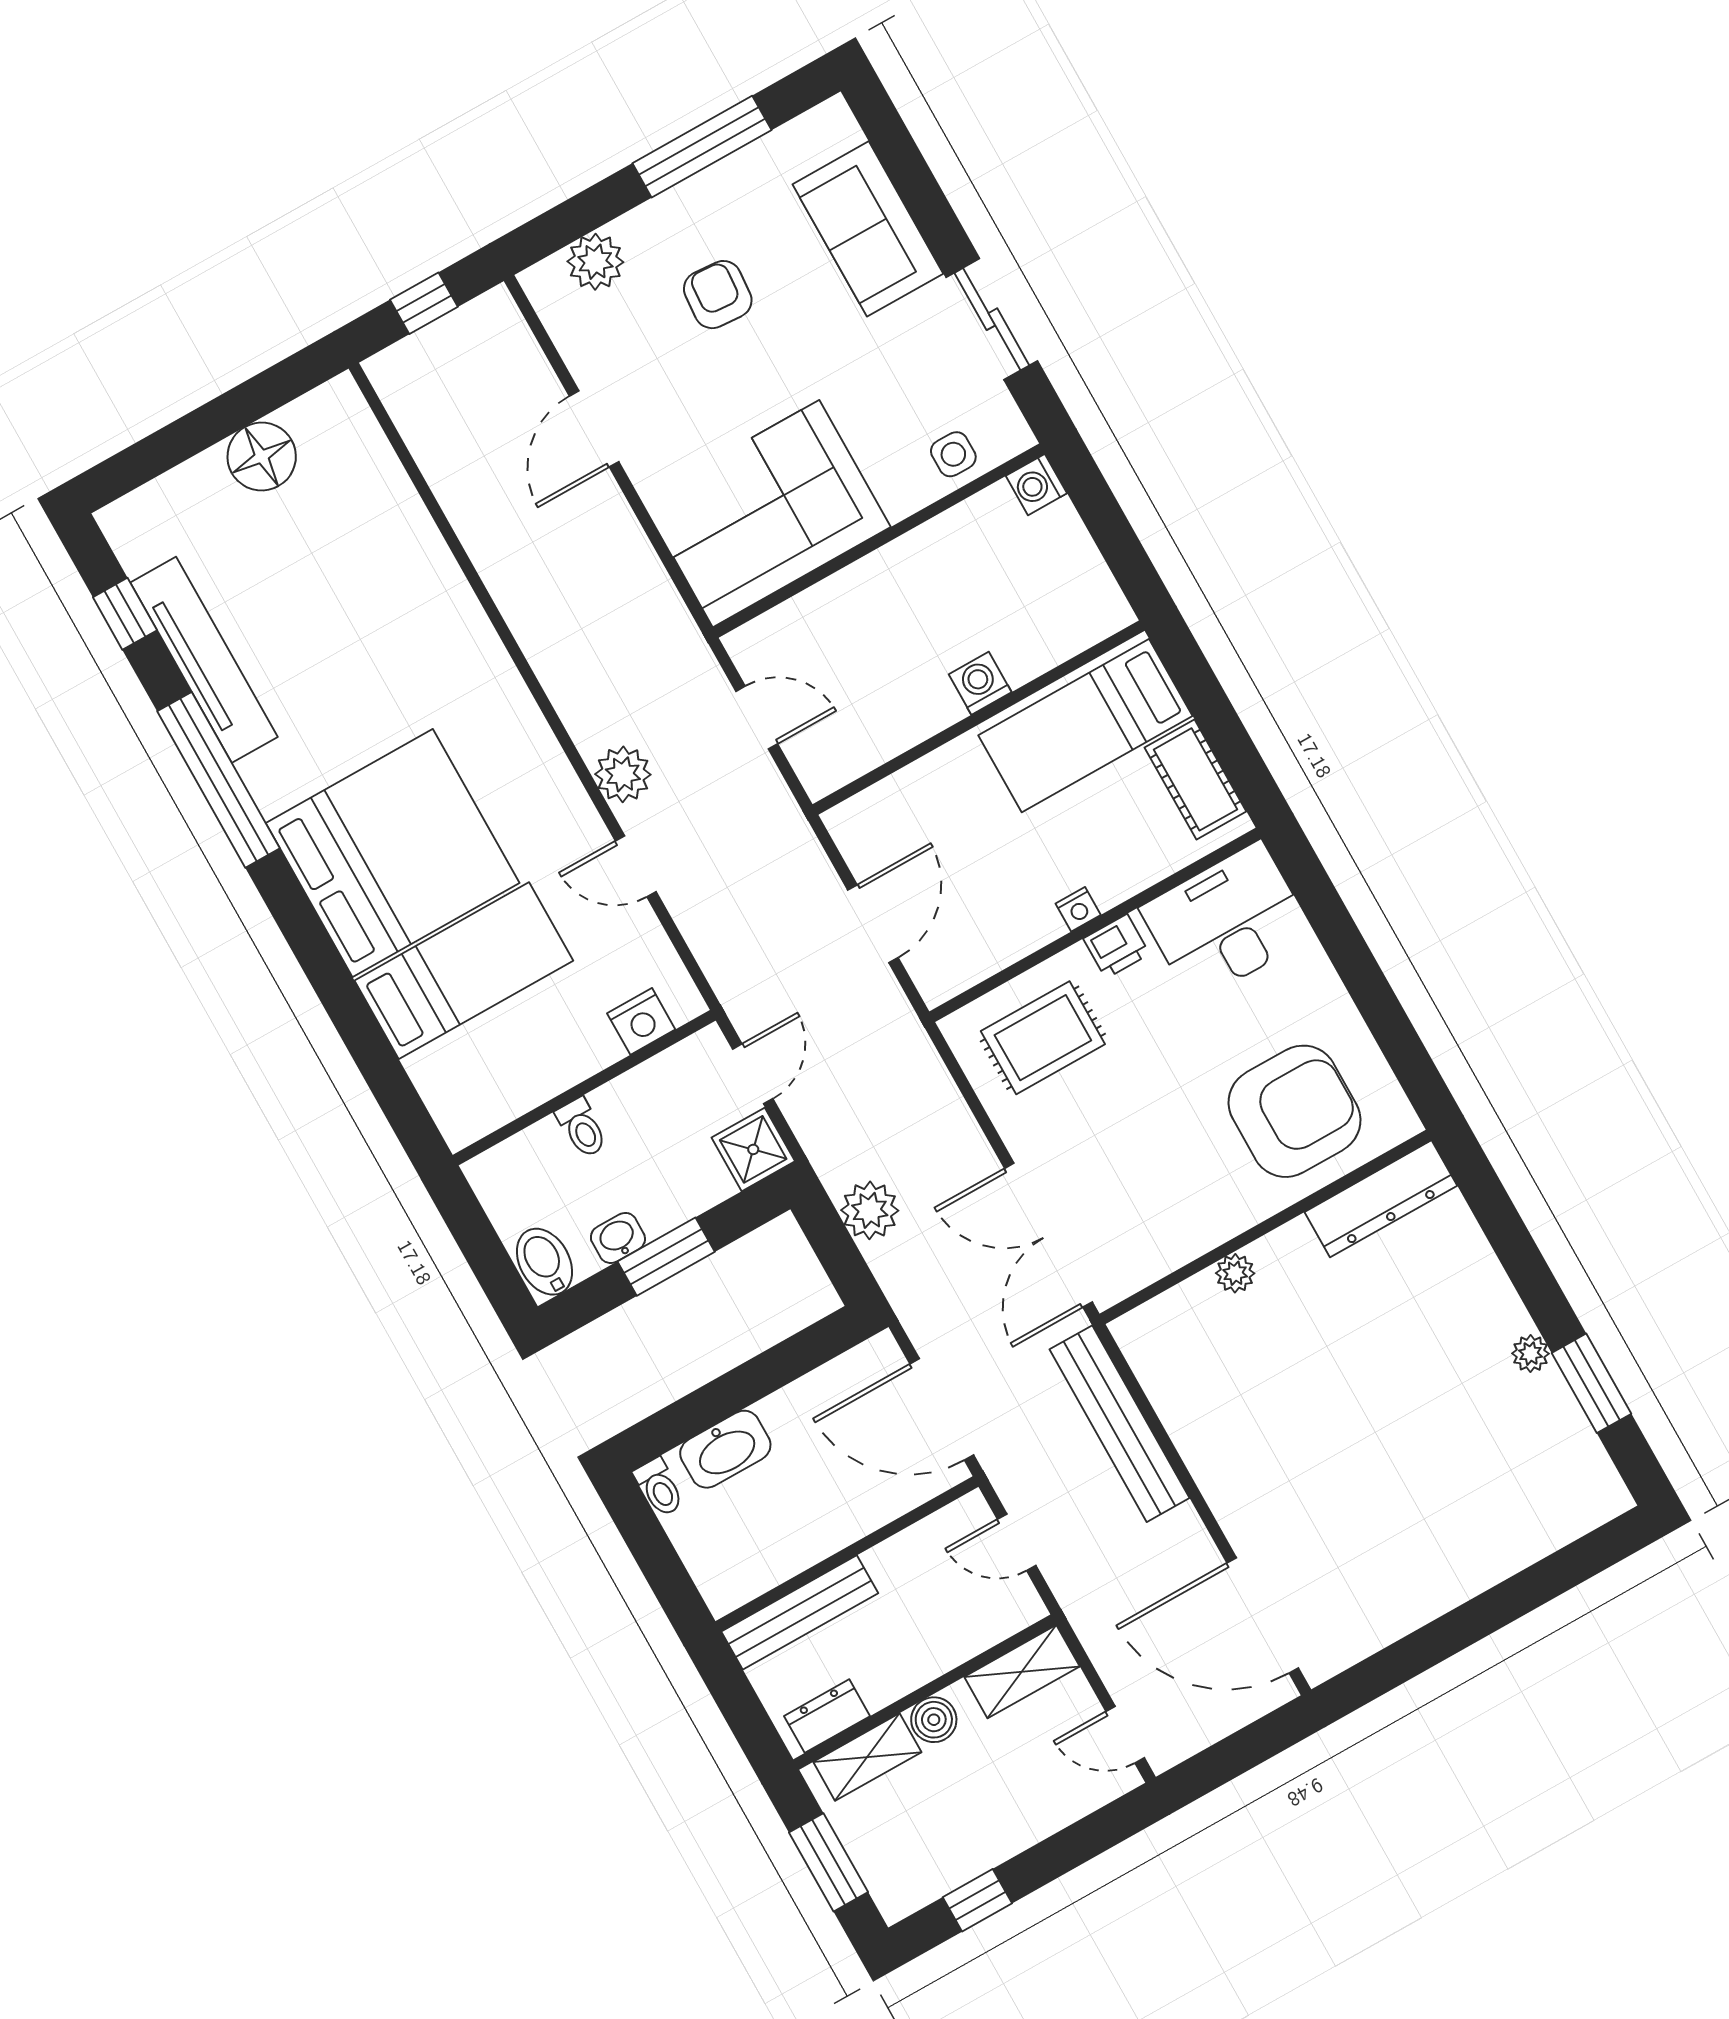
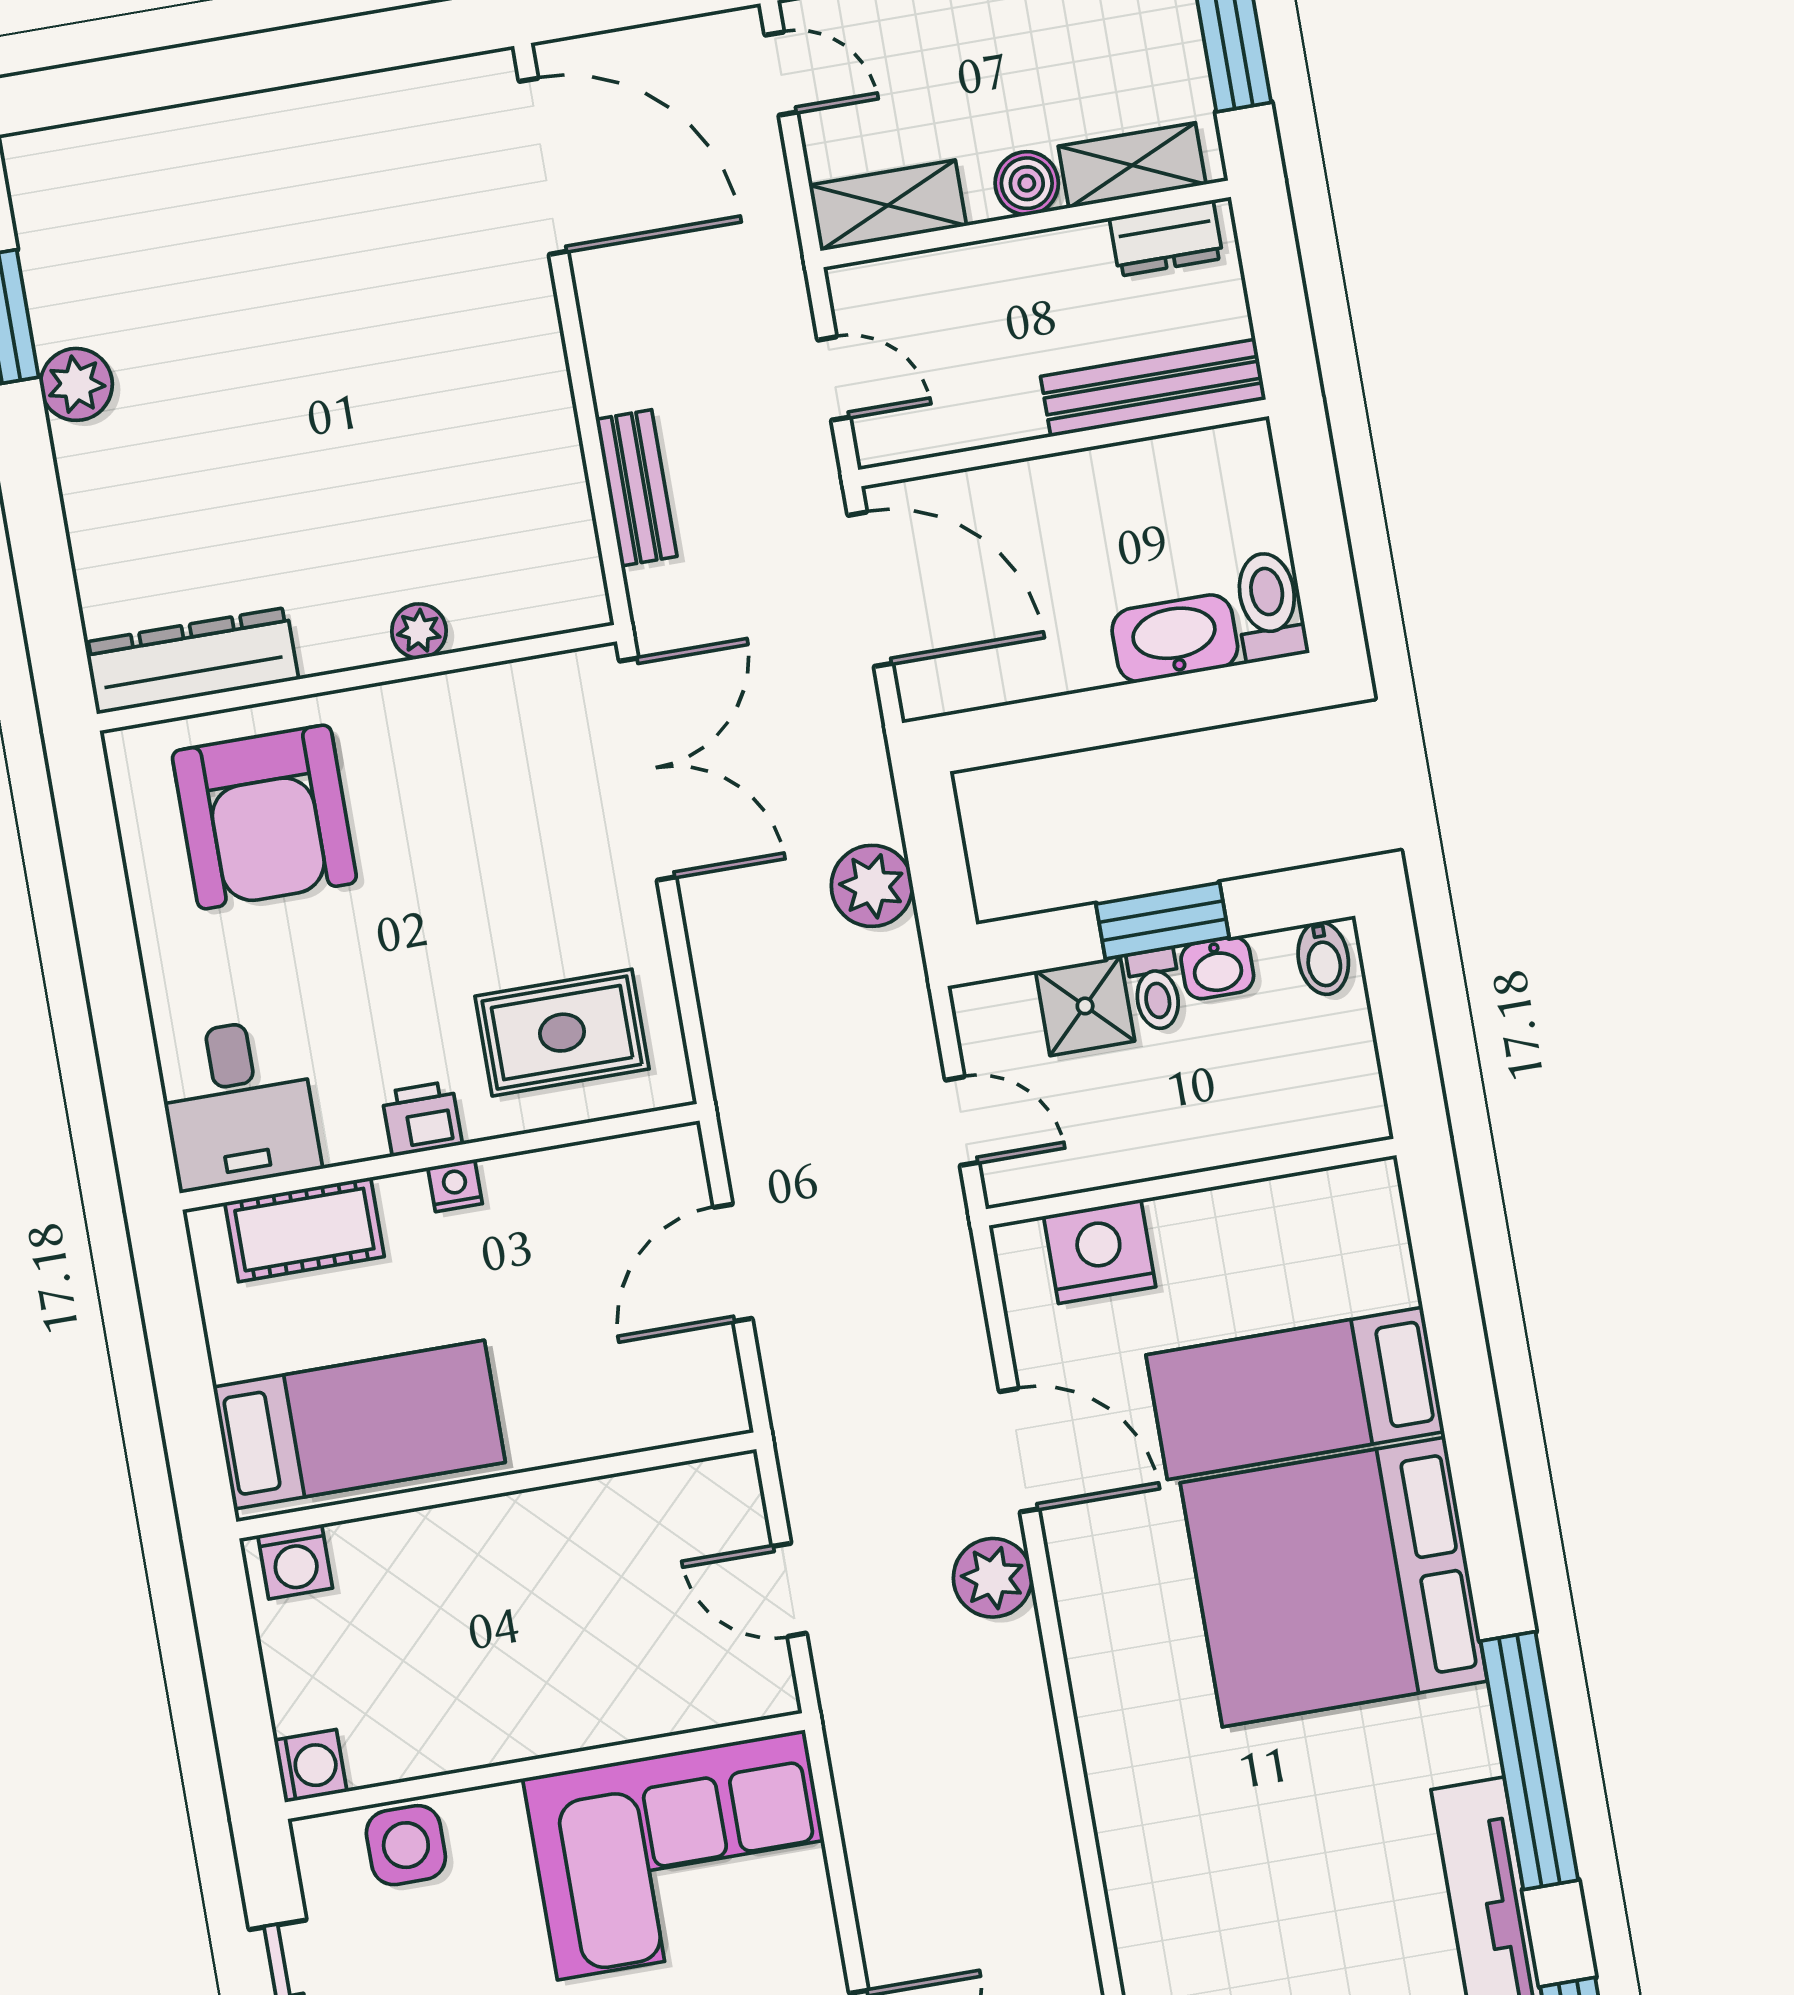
side table: (953, 454) -> (406, 1845), width x1.37, depth x1.37
washing machine: (980, 683) -> (295, 1562), moved
cot: (1195, 779) -> (304, 1230), moved, turned 90
door: (636, 866) -> (1019, 1450), width x1.38
desk: (1227, 922) -> (238, 1104), width x0.73
nightstand: (641, 1021) -> (1100, 1251), width x1.36, depth x1.33
door: (753, 1074) -> (962, 1121), swing flipped
armchair: (1294, 1111) -> (264, 817), turned -90
toilet: (582, 1128) -> (1156, 990), moved, turned 180
shower: (753, 1149) -> (1085, 1006), moved
bidet: (544, 1262) -> (1323, 958), width x0.72, depth x0.74
plant: (1530, 1354) -> (76, 384), width x1.38, depth x1.38
bench: (1120, 1424) -> (636, 488), width x0.54, depth x0.82
toilet: (659, 1487) -> (1269, 606), width x1.37, depth x1.39

